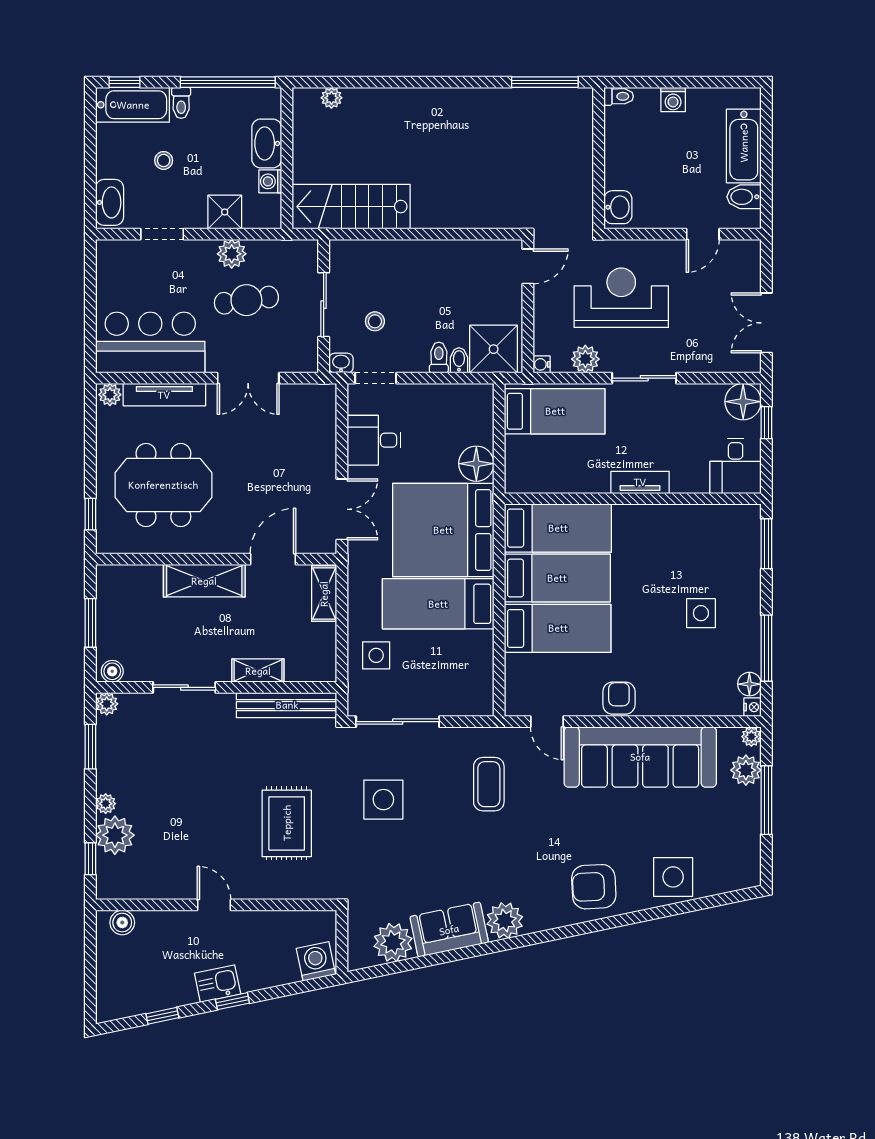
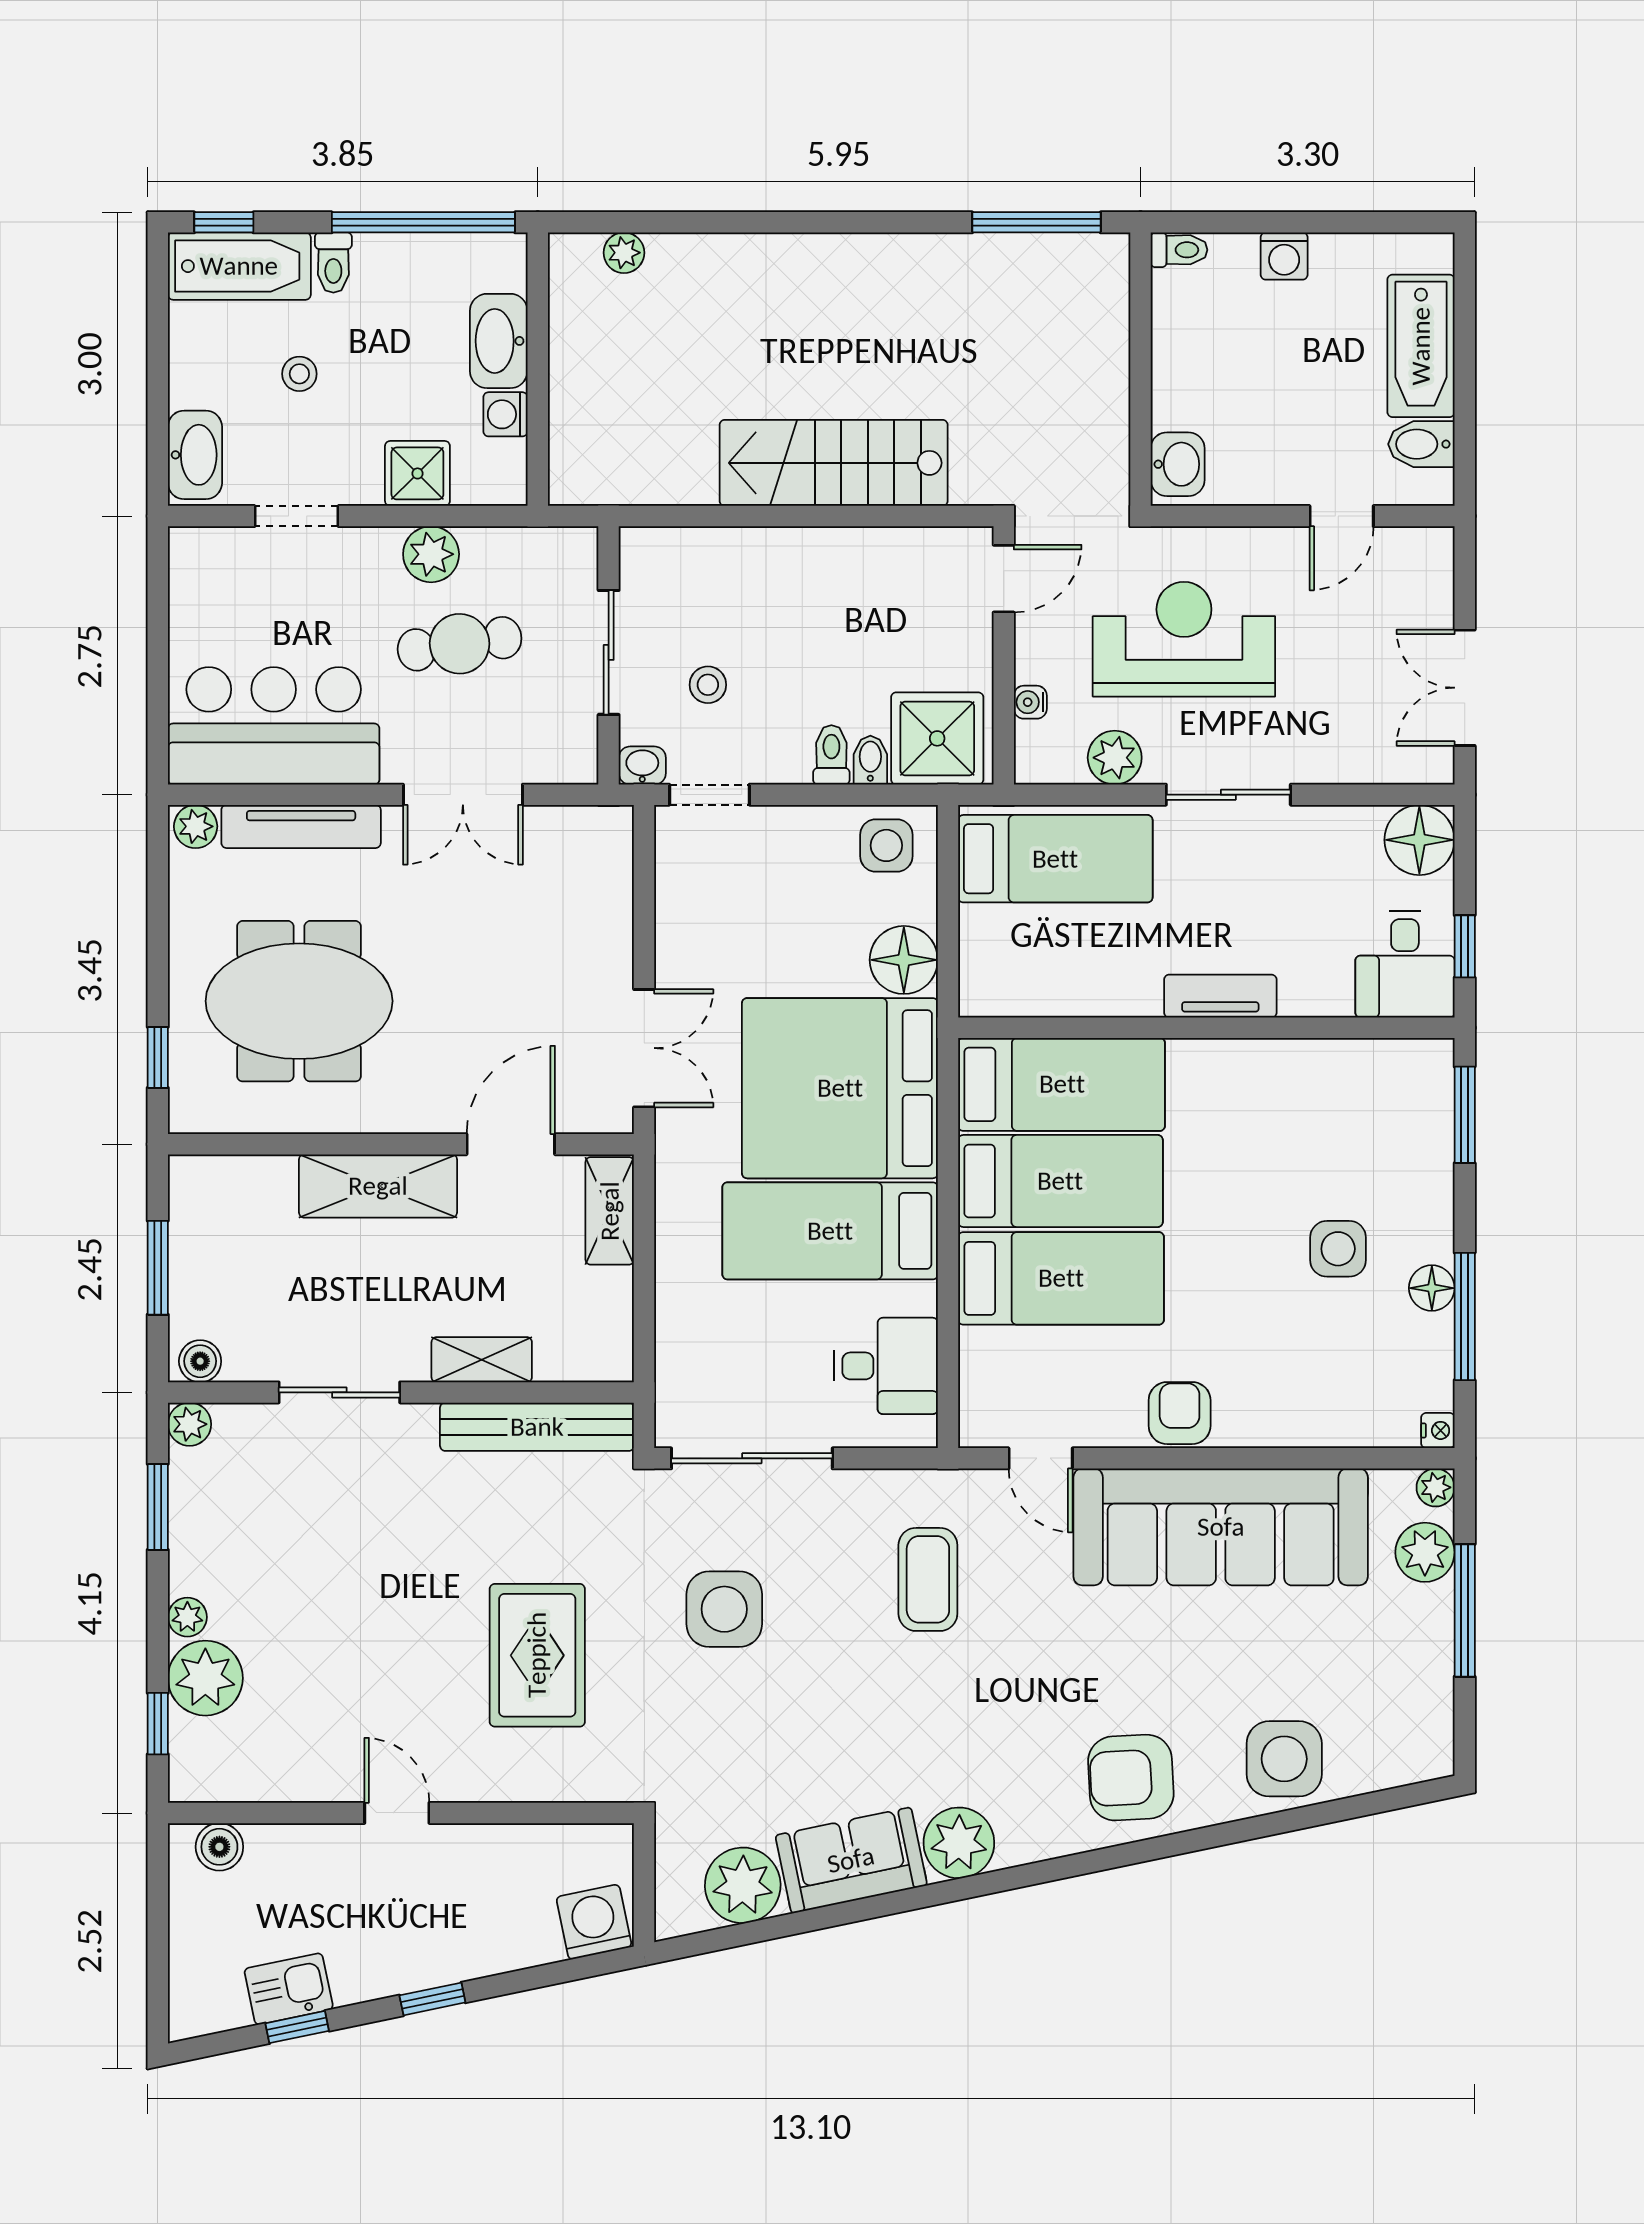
stairs: (351, 207) -> (834, 463), moved
water cooler: (542, 364) -> (1030, 702), moved
window: (766, 423) -> (1465, 946), moved
desk: (374, 440) -> (886, 1366), moved, turned 180
side table: (376, 655) -> (886, 845), moved
floor lamp: (749, 684) -> (1432, 1288), moved
kitchen sink: (218, 984) -> (289, 1989), moved

